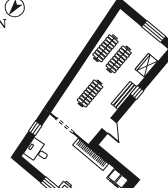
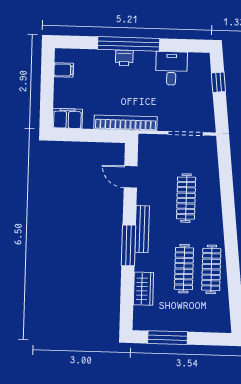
window: (137, 93) -> (129, 245), width x2.17
window: (35, 128) -> (218, 82), moved
desk: (38, 151) -> (171, 68), moved, turned -84

